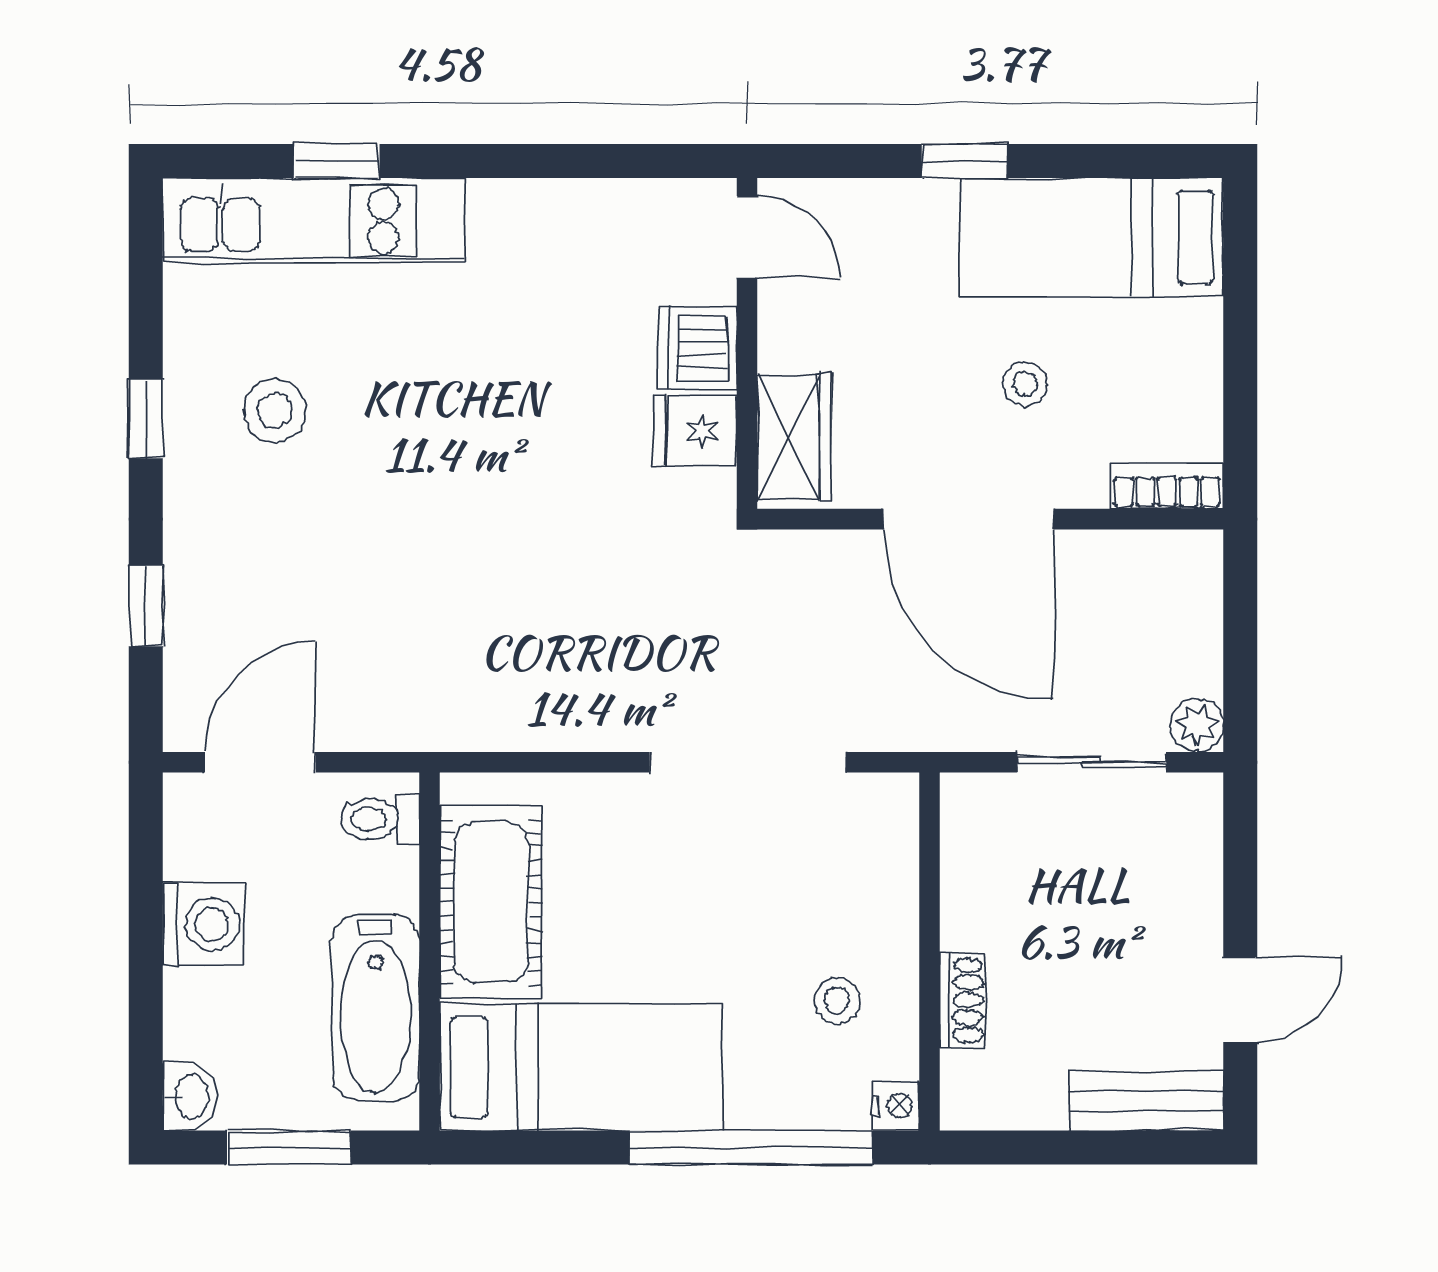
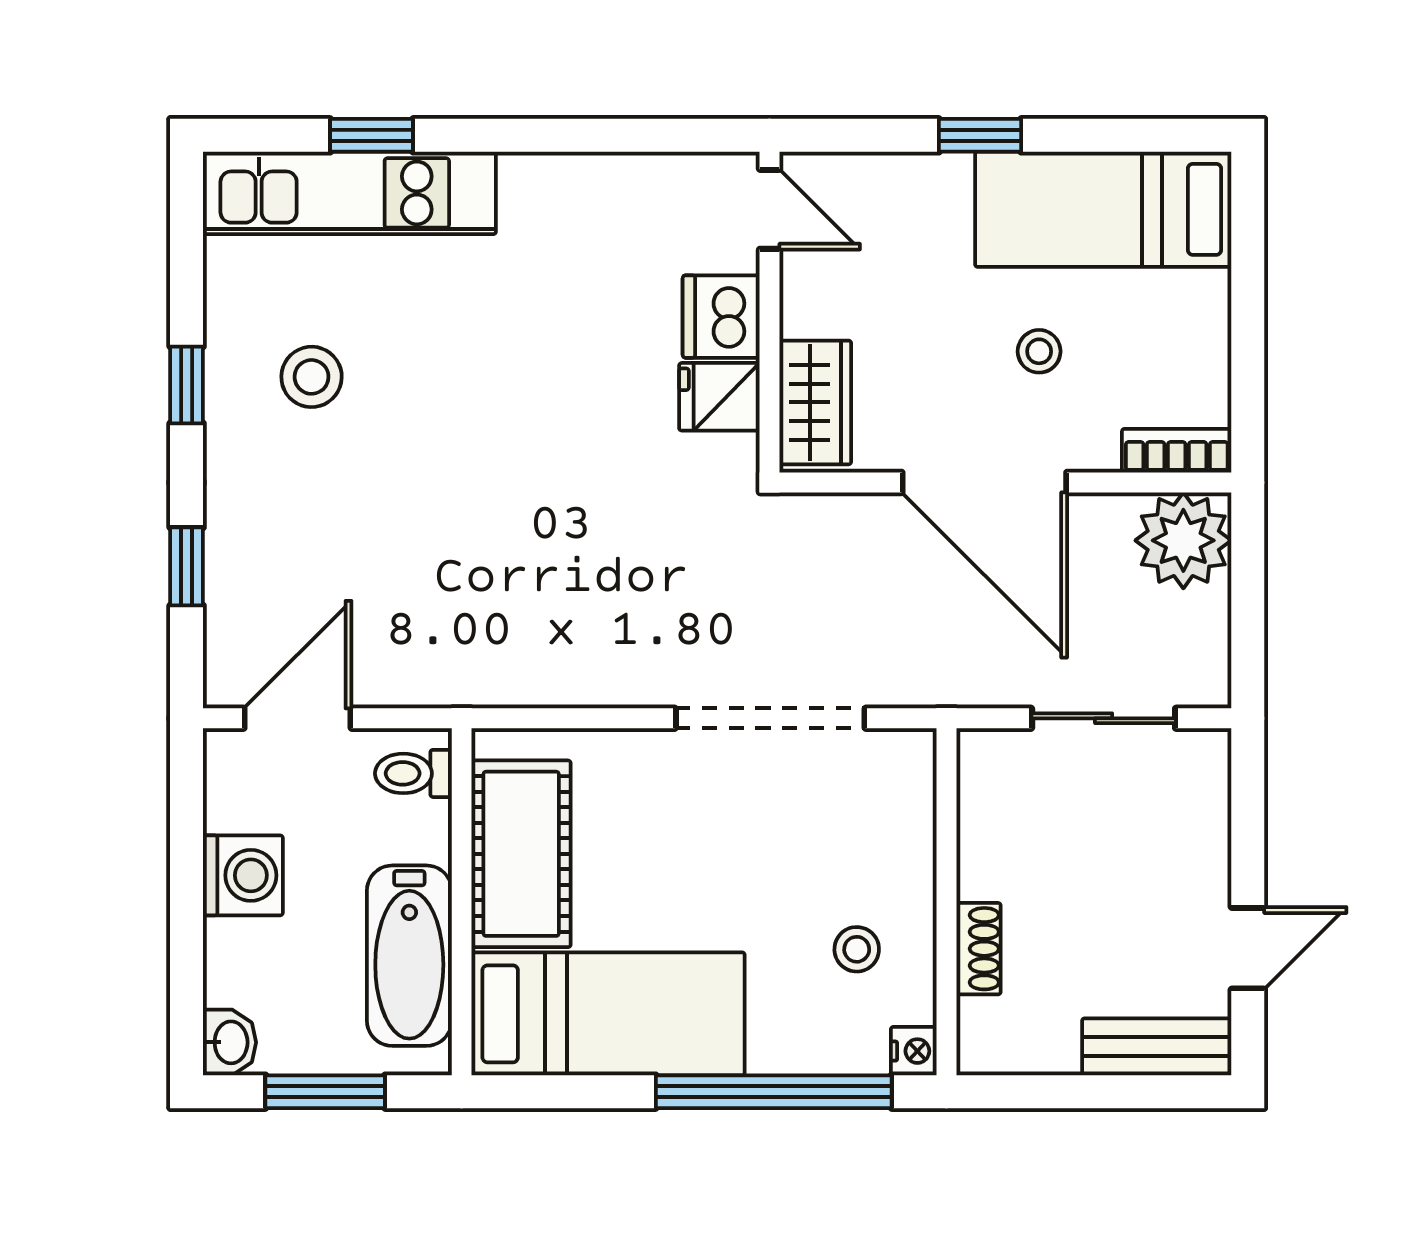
plant: (1197, 725) -> (1183, 540), moved, width x1.87, depth x1.87

